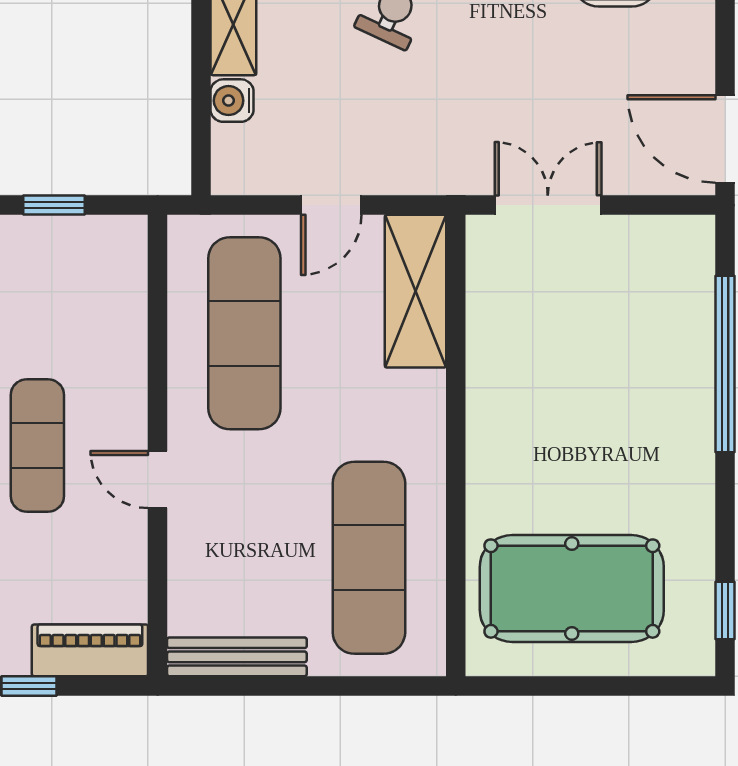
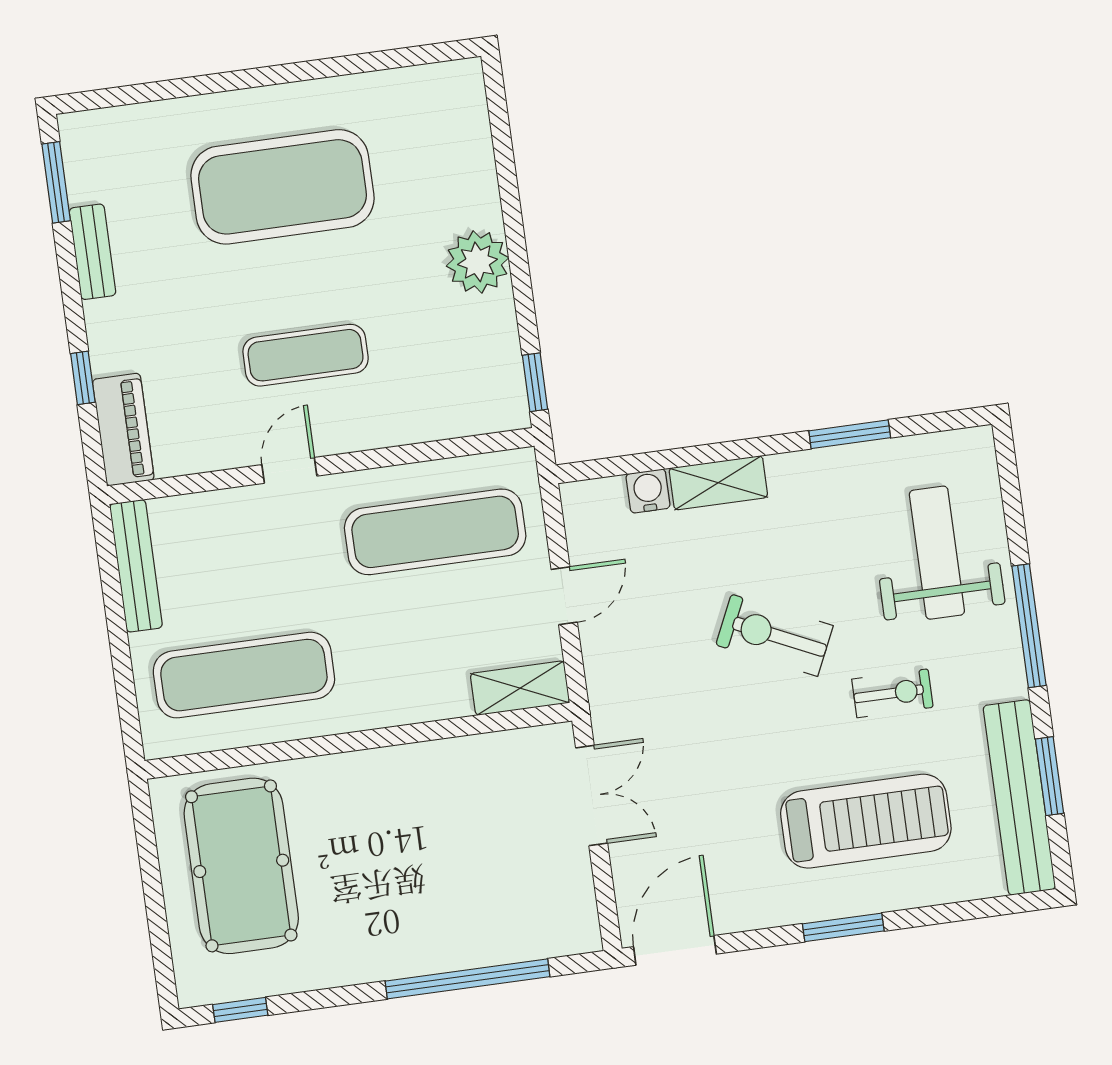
window: (54, 205) -> (535, 382), moved
door: (331, 205) -> (564, 596), swing flipped
shelving: (416, 291) -> (520, 688), width x0.67, depth x0.75

